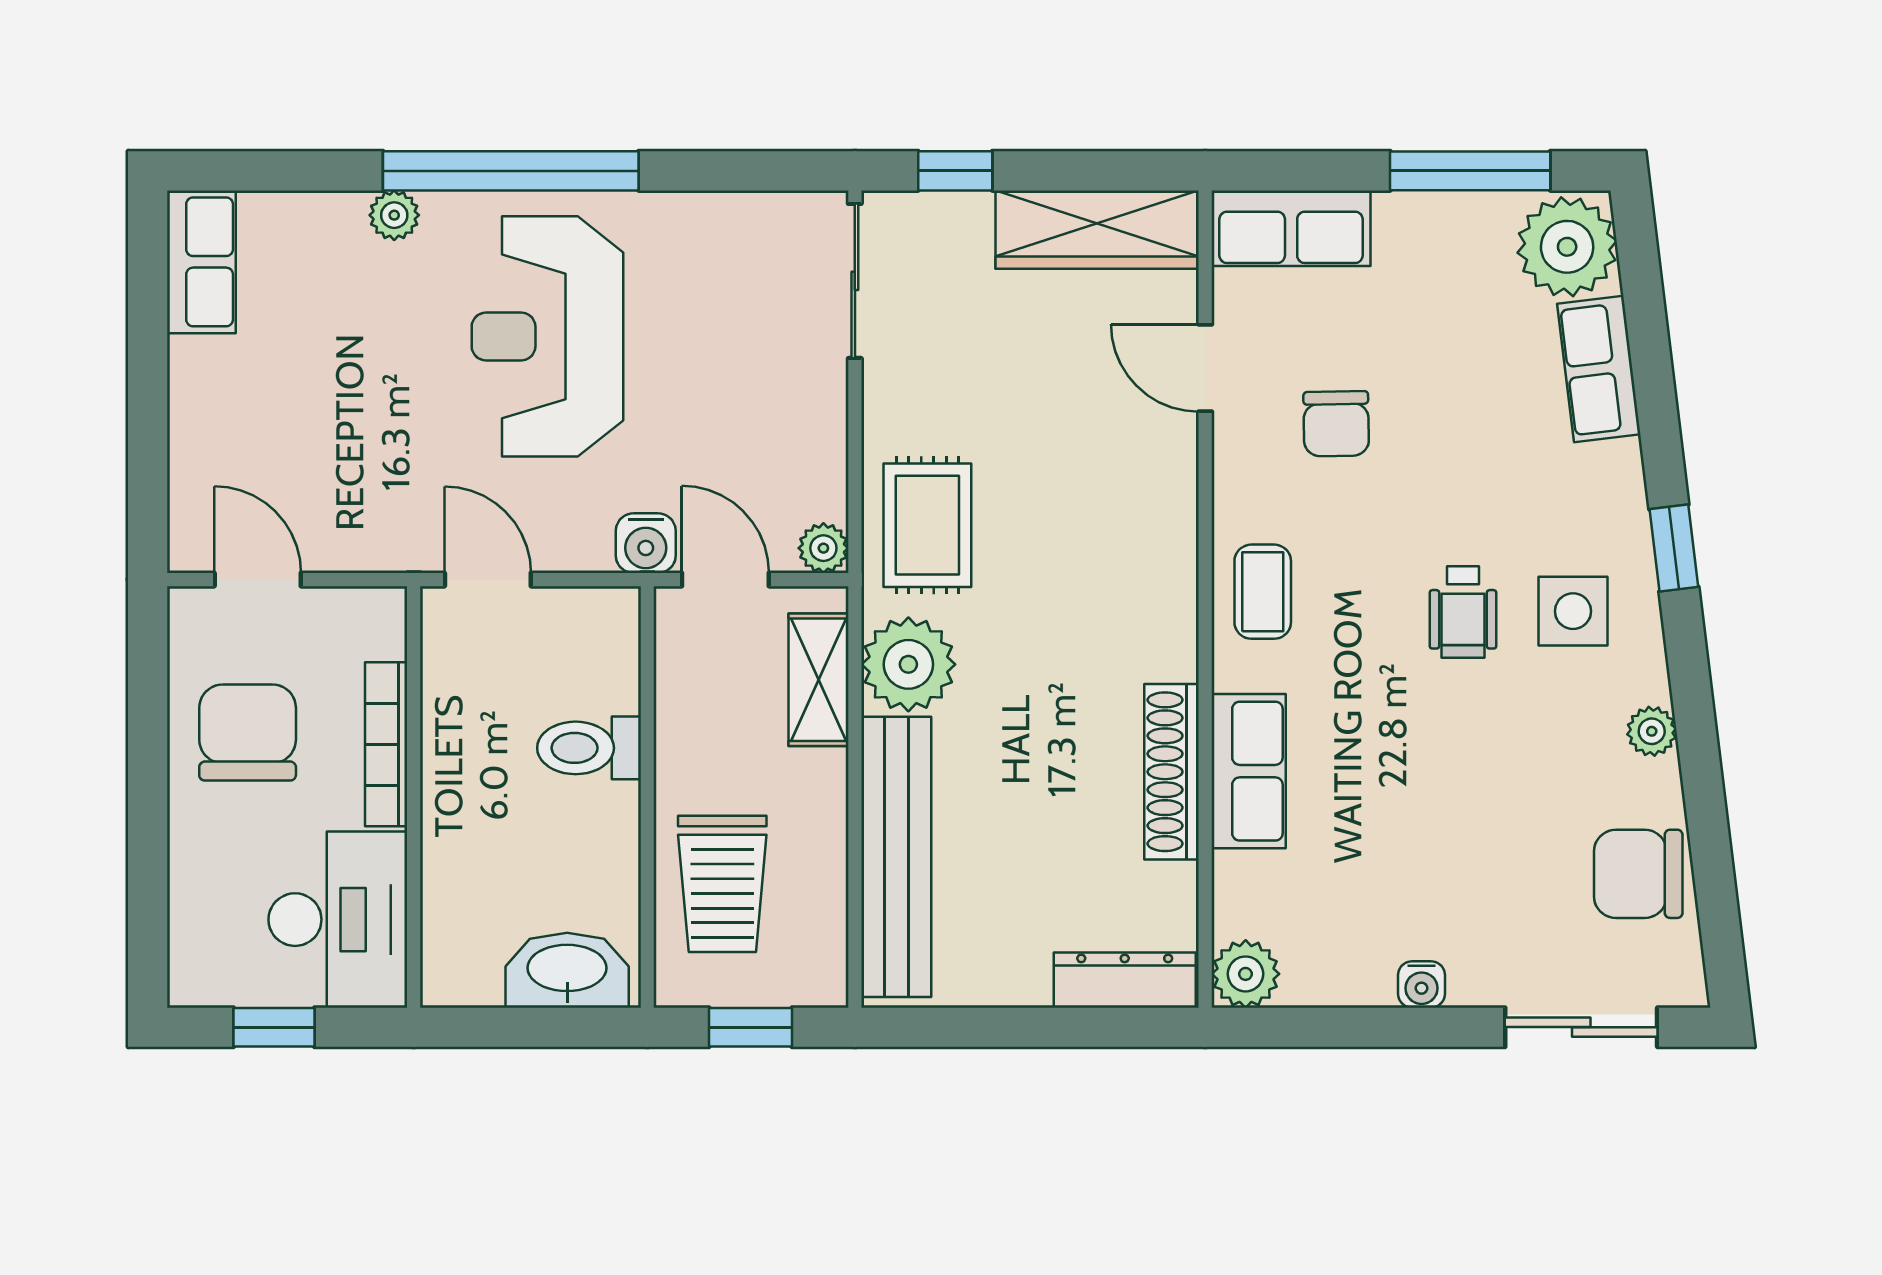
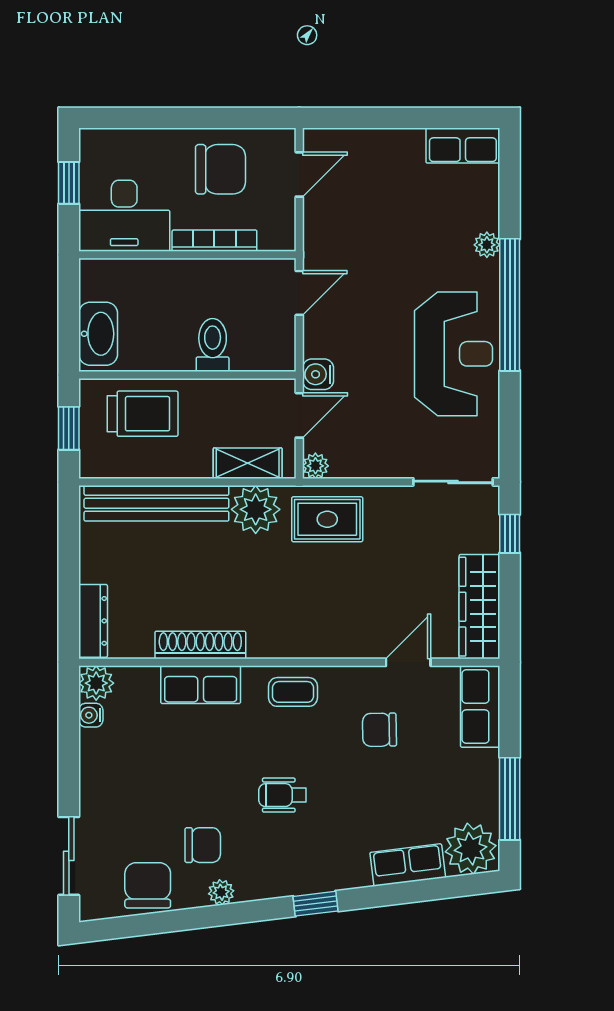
reception desk: (547, 336) -> (453, 354), moved, turned 90
side table: (1573, 611) -> (283, 852), removed
chair: (1560, 767) -> (203, 845), added
trolley: (722, 884) -> (143, 414), turned 180
water cooler: (1421, 984) -> (91, 715), moved

